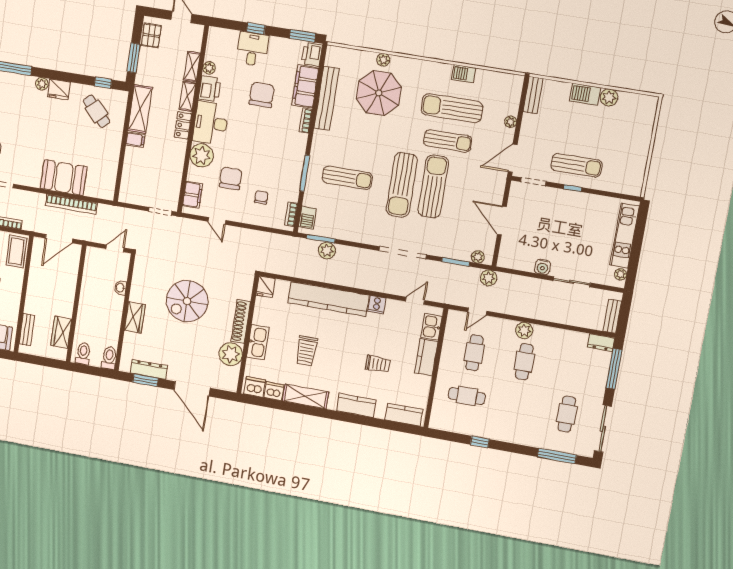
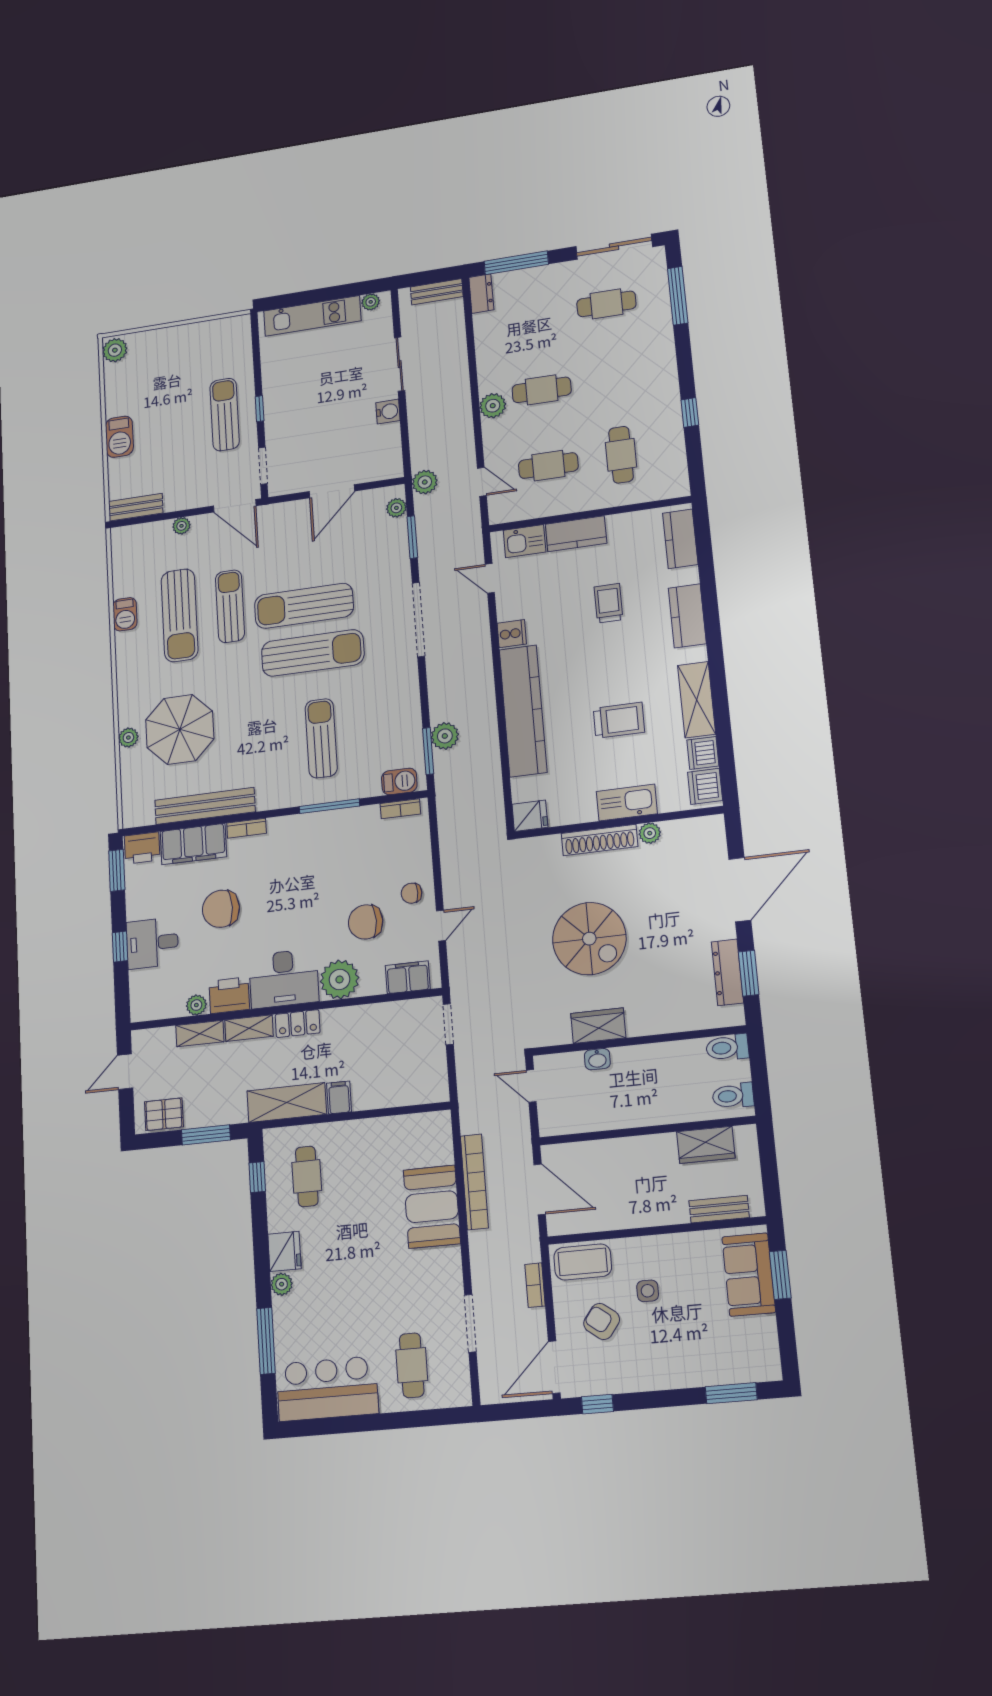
plant: (609, 97) -> (115, 350), moved
cafe table: (97, 111) -> (307, 1176), turned -47
chair: (261, 197) -> (411, 893), moved
wardrobe: (135, 317) -> (598, 1026), moved
plant: (231, 354) -> (650, 833), width x0.53, depth x0.53

